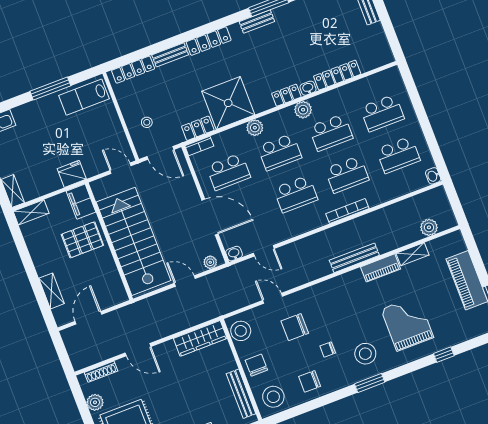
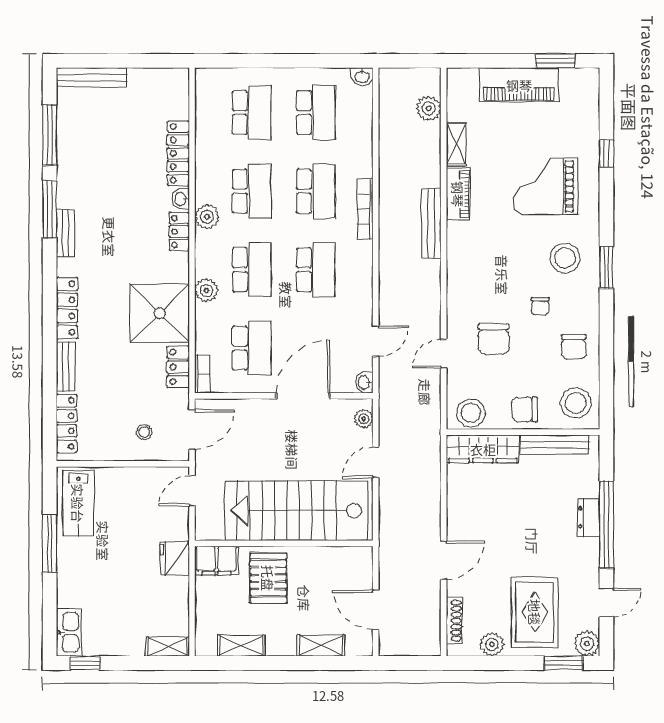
shelving: (31, 212) -> (241, 646), moved, turned 90
wardrobe: (200, 338) -> (483, 449), moved, turned 90

